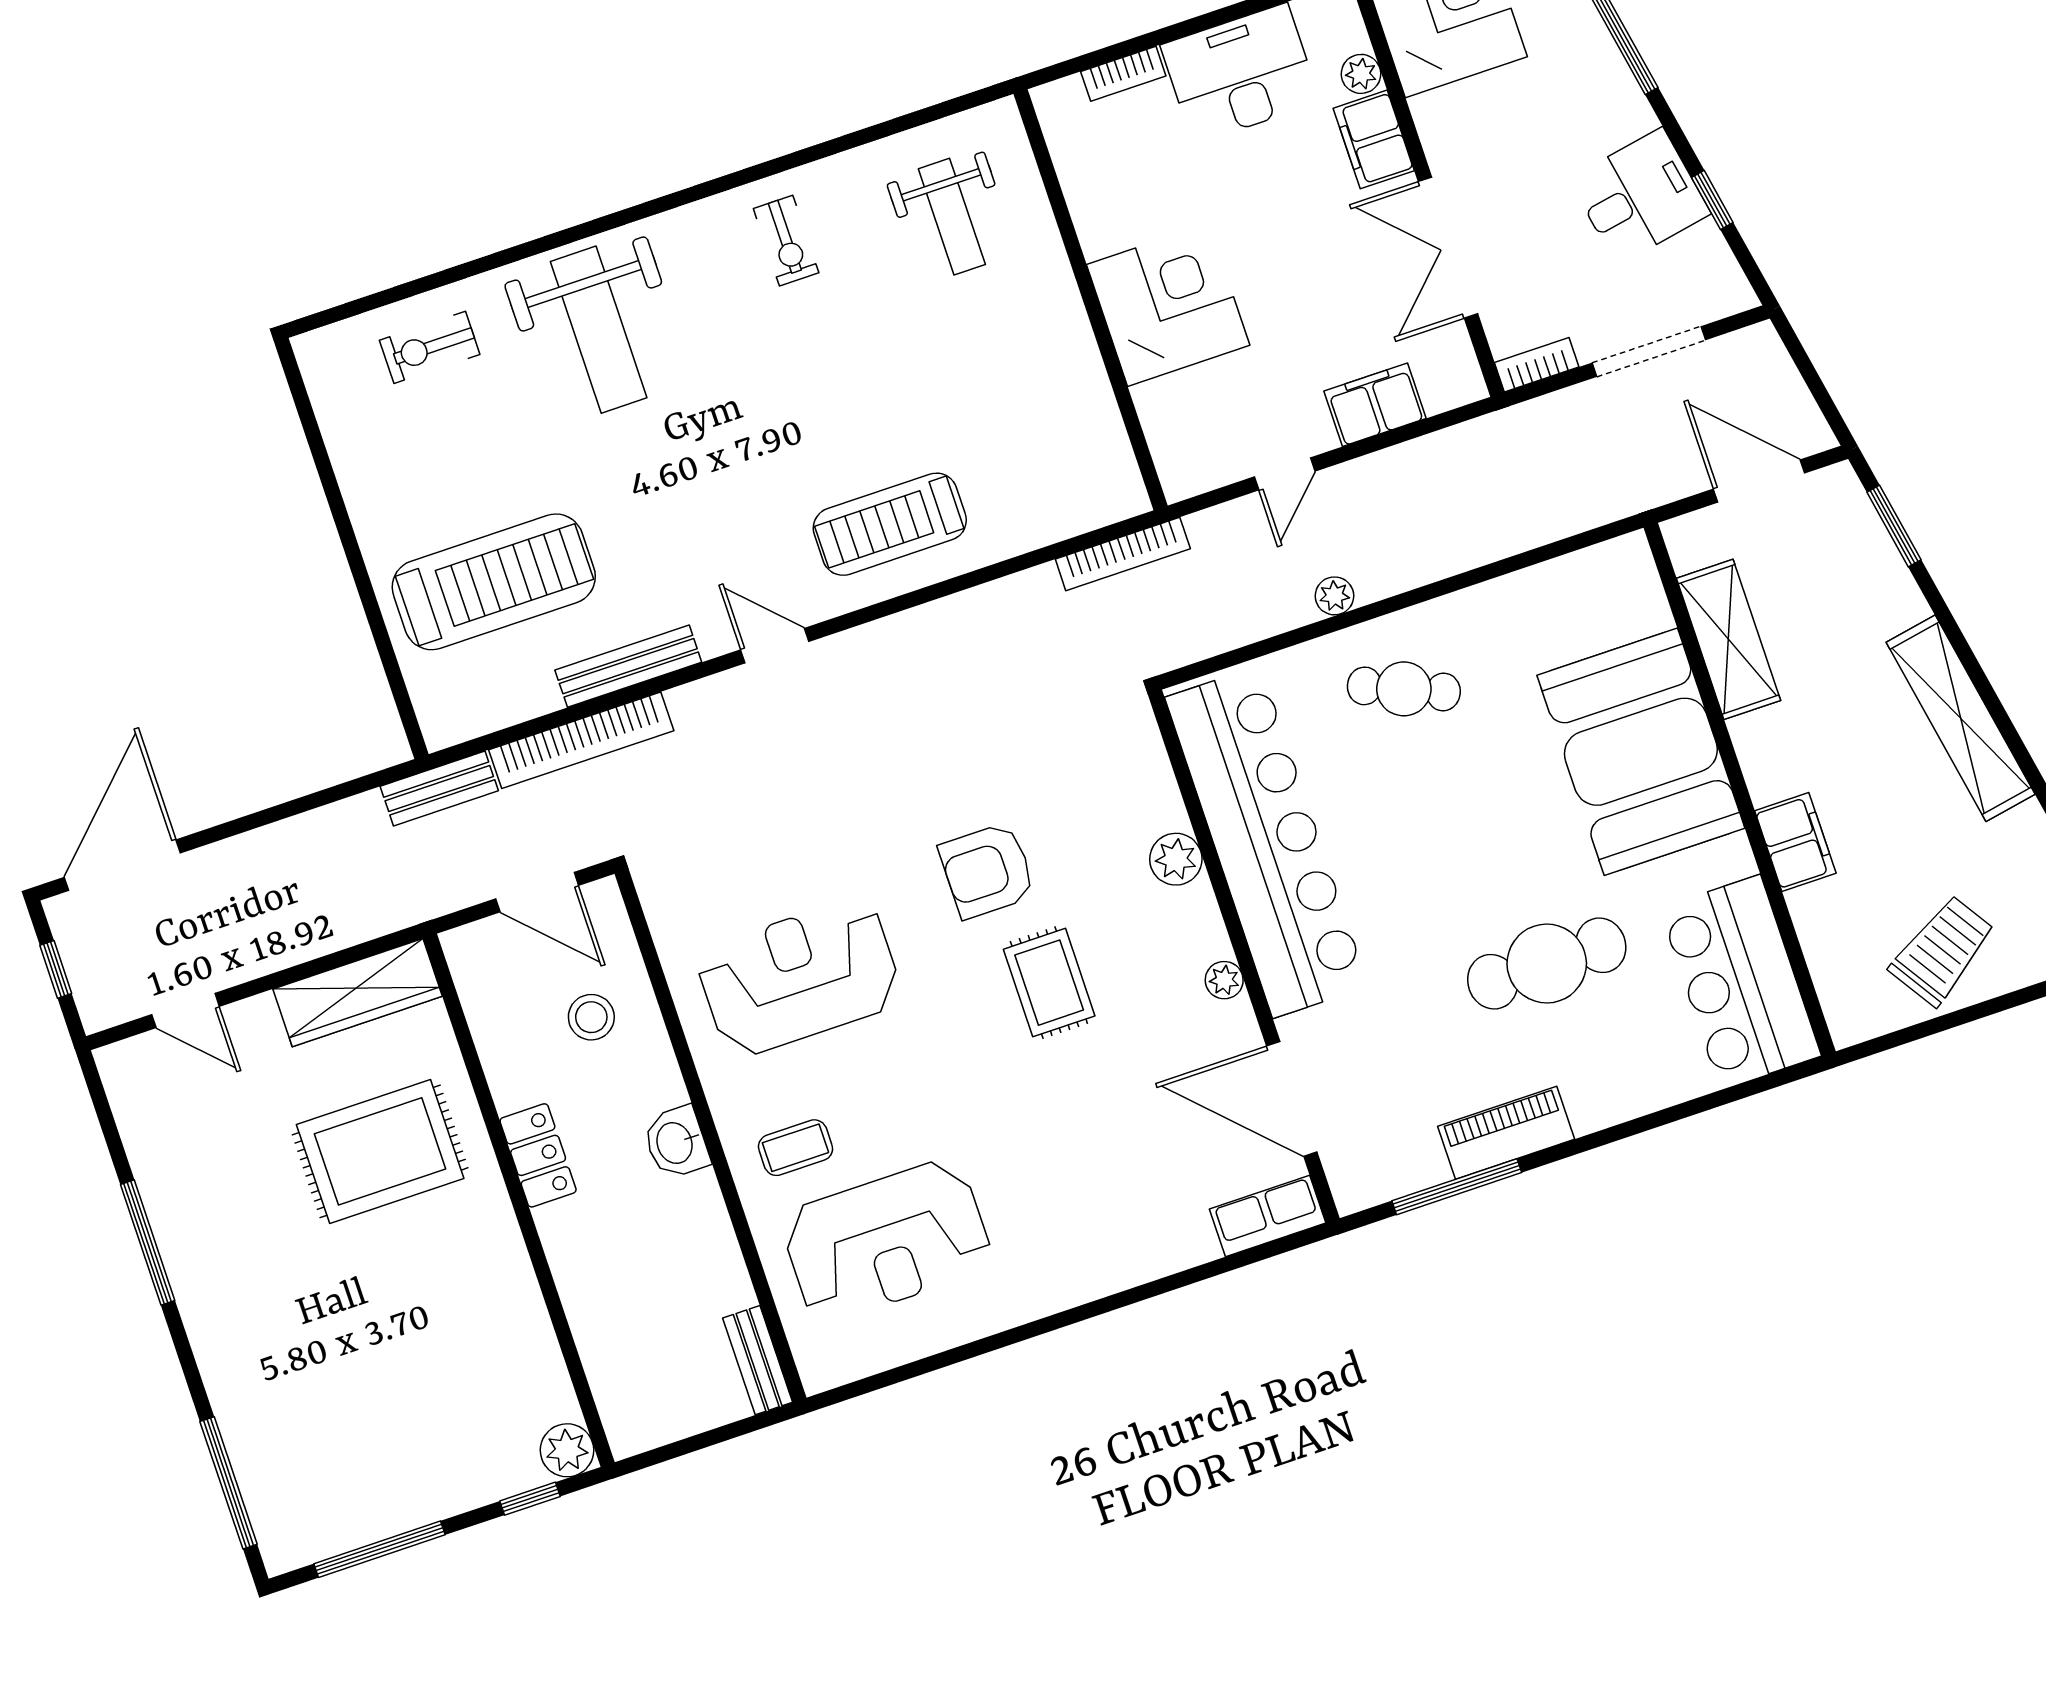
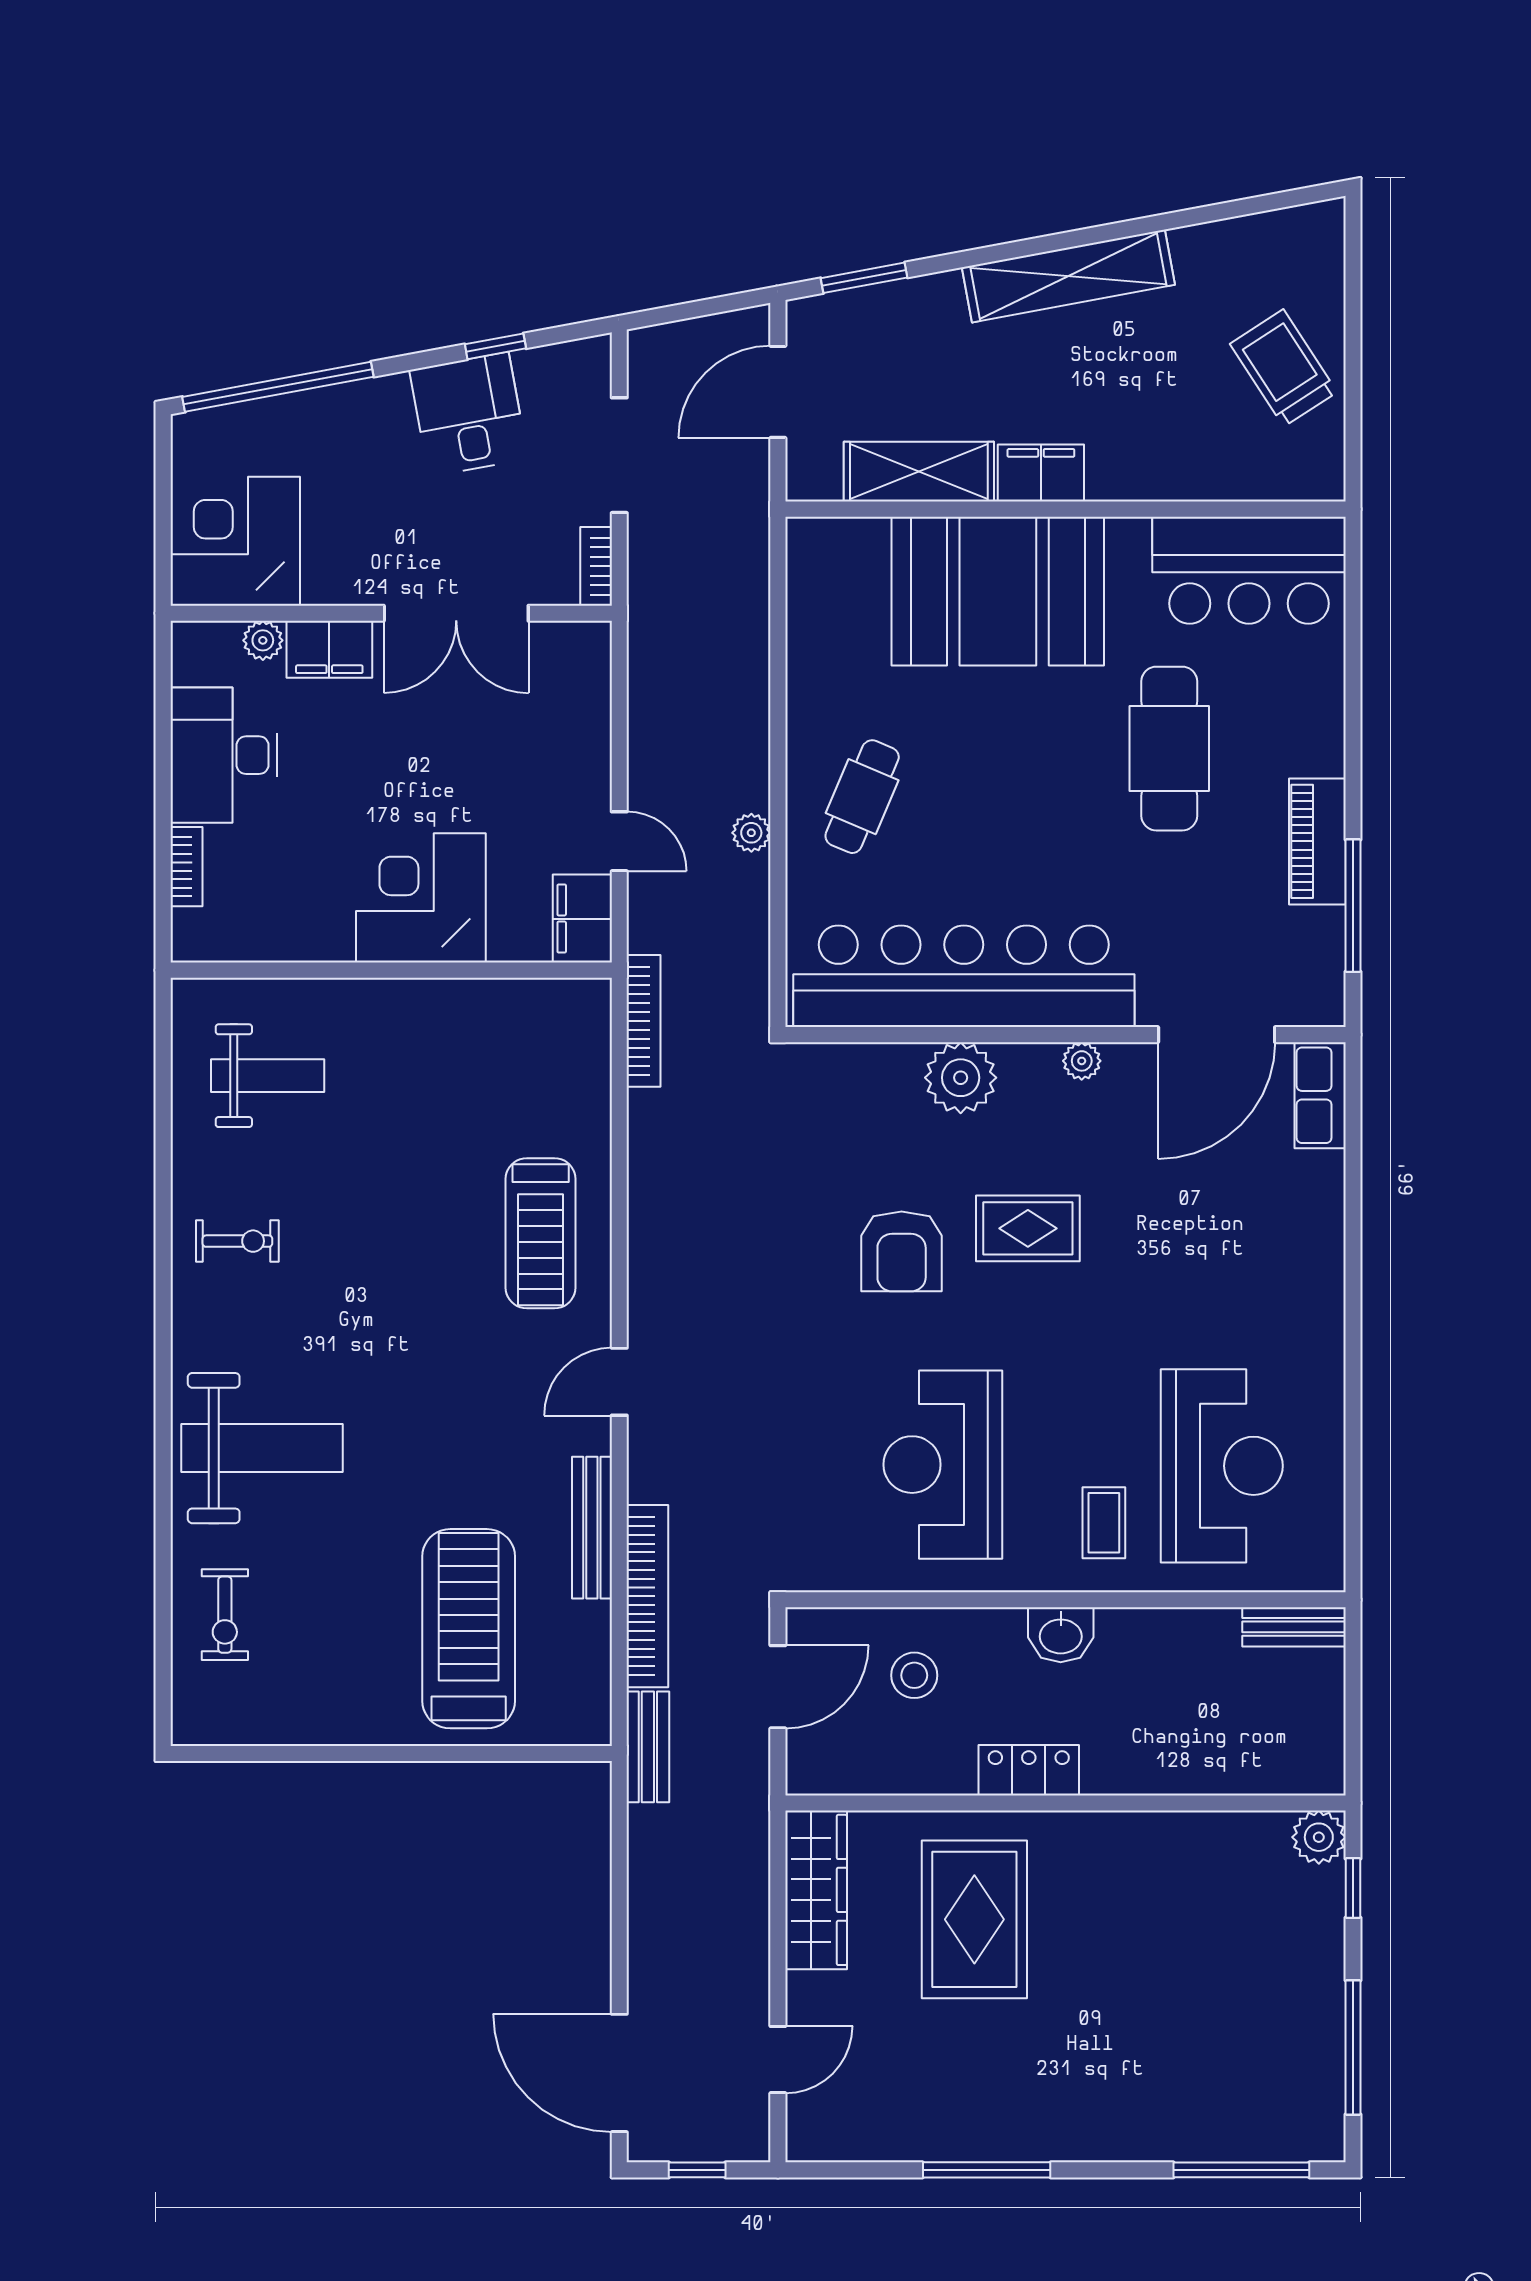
filing cabinet: (1375, 405) -> (582, 919), moved
filing cabinet: (1795, 842) -> (1041, 473), moved
plant: (1176, 859) -> (961, 1078), width x1.36, depth x1.36

